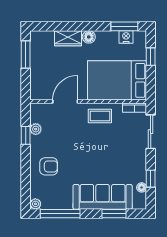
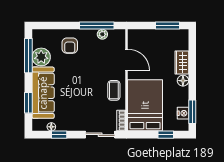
window: (26, 135) -> (97, 26), width x2.17
plant: (35, 204) -> (41, 57), moved, width x1.88, depth x1.88

